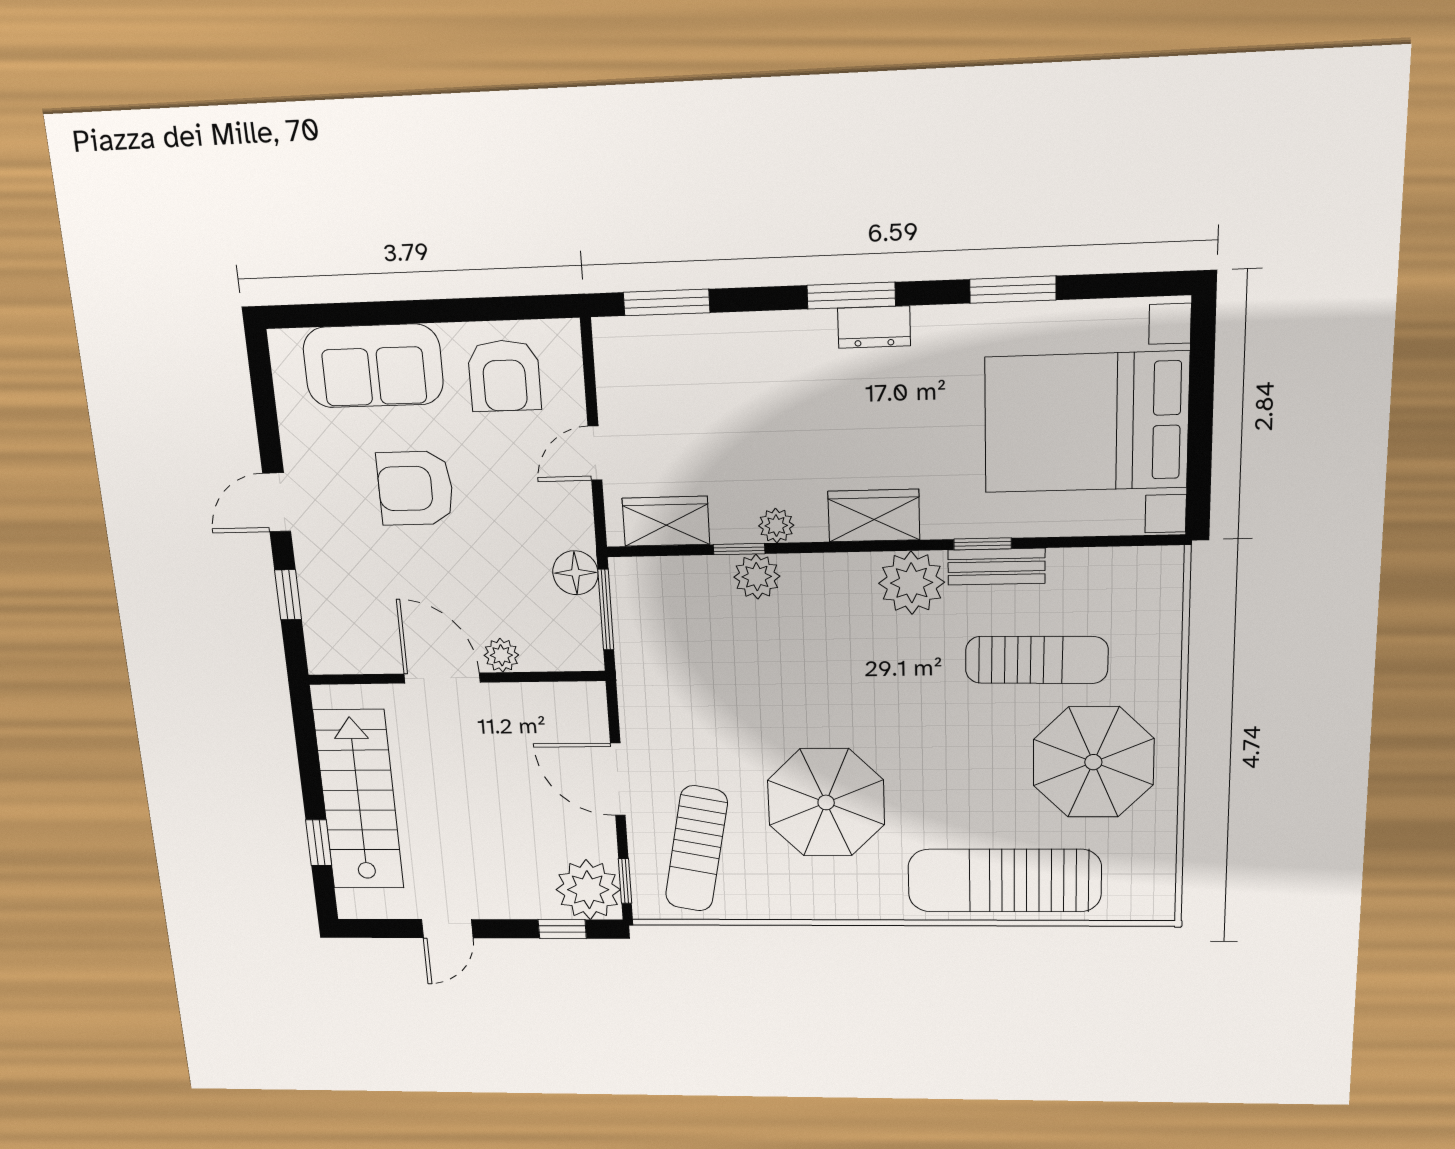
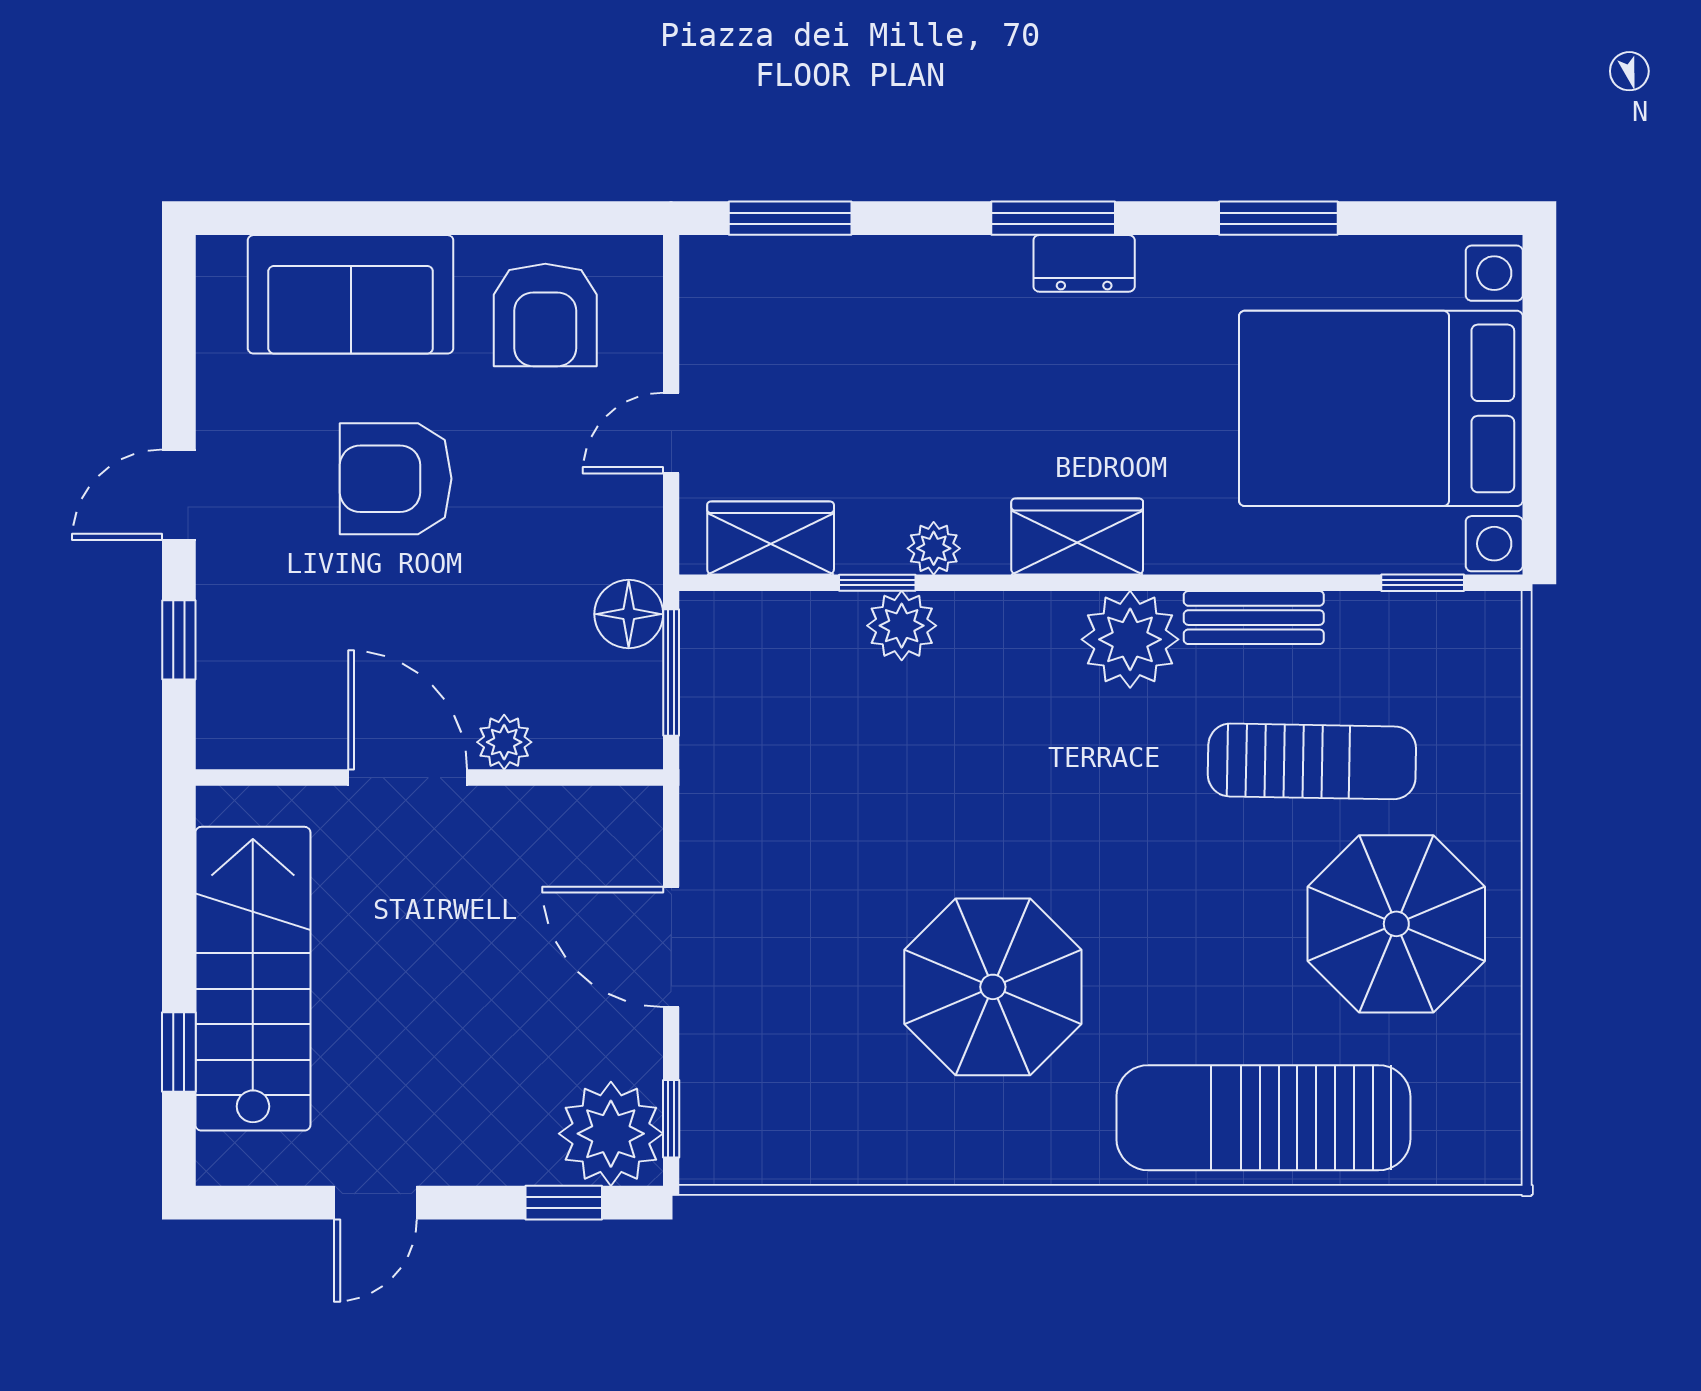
window: (983, 544) -> (1423, 583), moved
sun lounger: (696, 849) -> (788, 1064), removed

